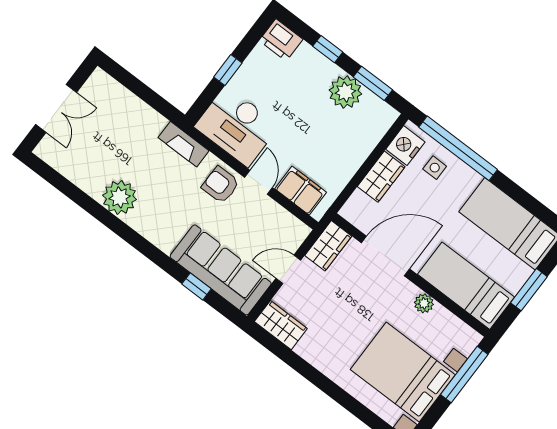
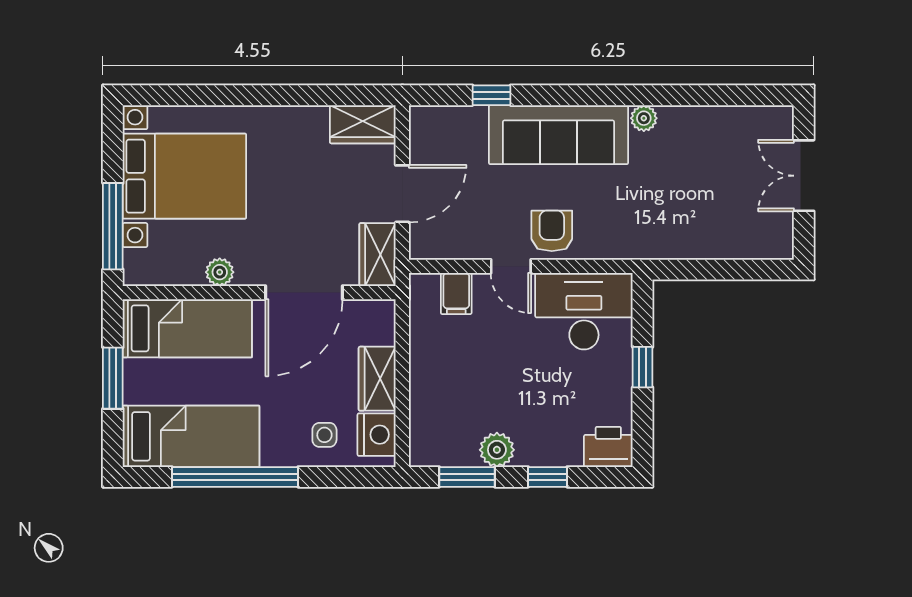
plant: (345, 92) -> (497, 450), width x0.73, depth x0.73
fireplace: (184, 144) -> (629, 245), removed
window: (458, 148) -> (235, 477), moved
armchair: (221, 185) -> (552, 231), turned -90
filing cabinet: (301, 191) -> (456, 293), width x0.50
plant: (120, 197) -> (644, 118), width x0.53, depth x0.53
door: (288, 269) -> (402, 194), width x1.38
sofa: (221, 270) -> (559, 135), moved

